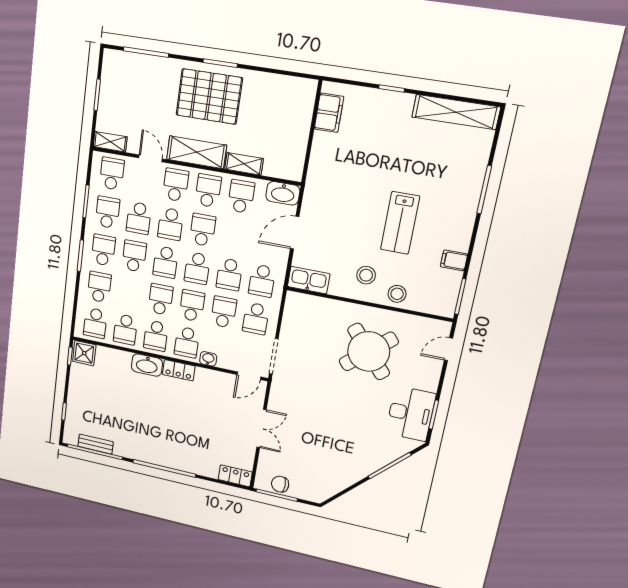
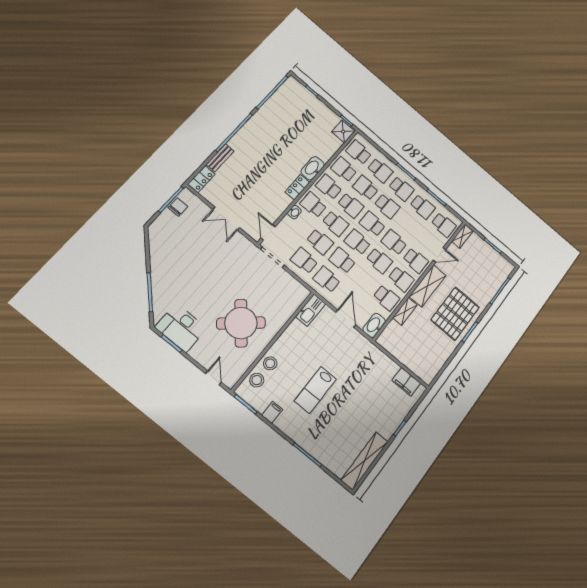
school desk: (139, 218) -> (365, 188), moved
lab bench: (400, 223) -> (315, 390), turned -90
stool: (366, 275) -> (257, 380), moved
bench: (96, 444) -> (220, 158), moved

